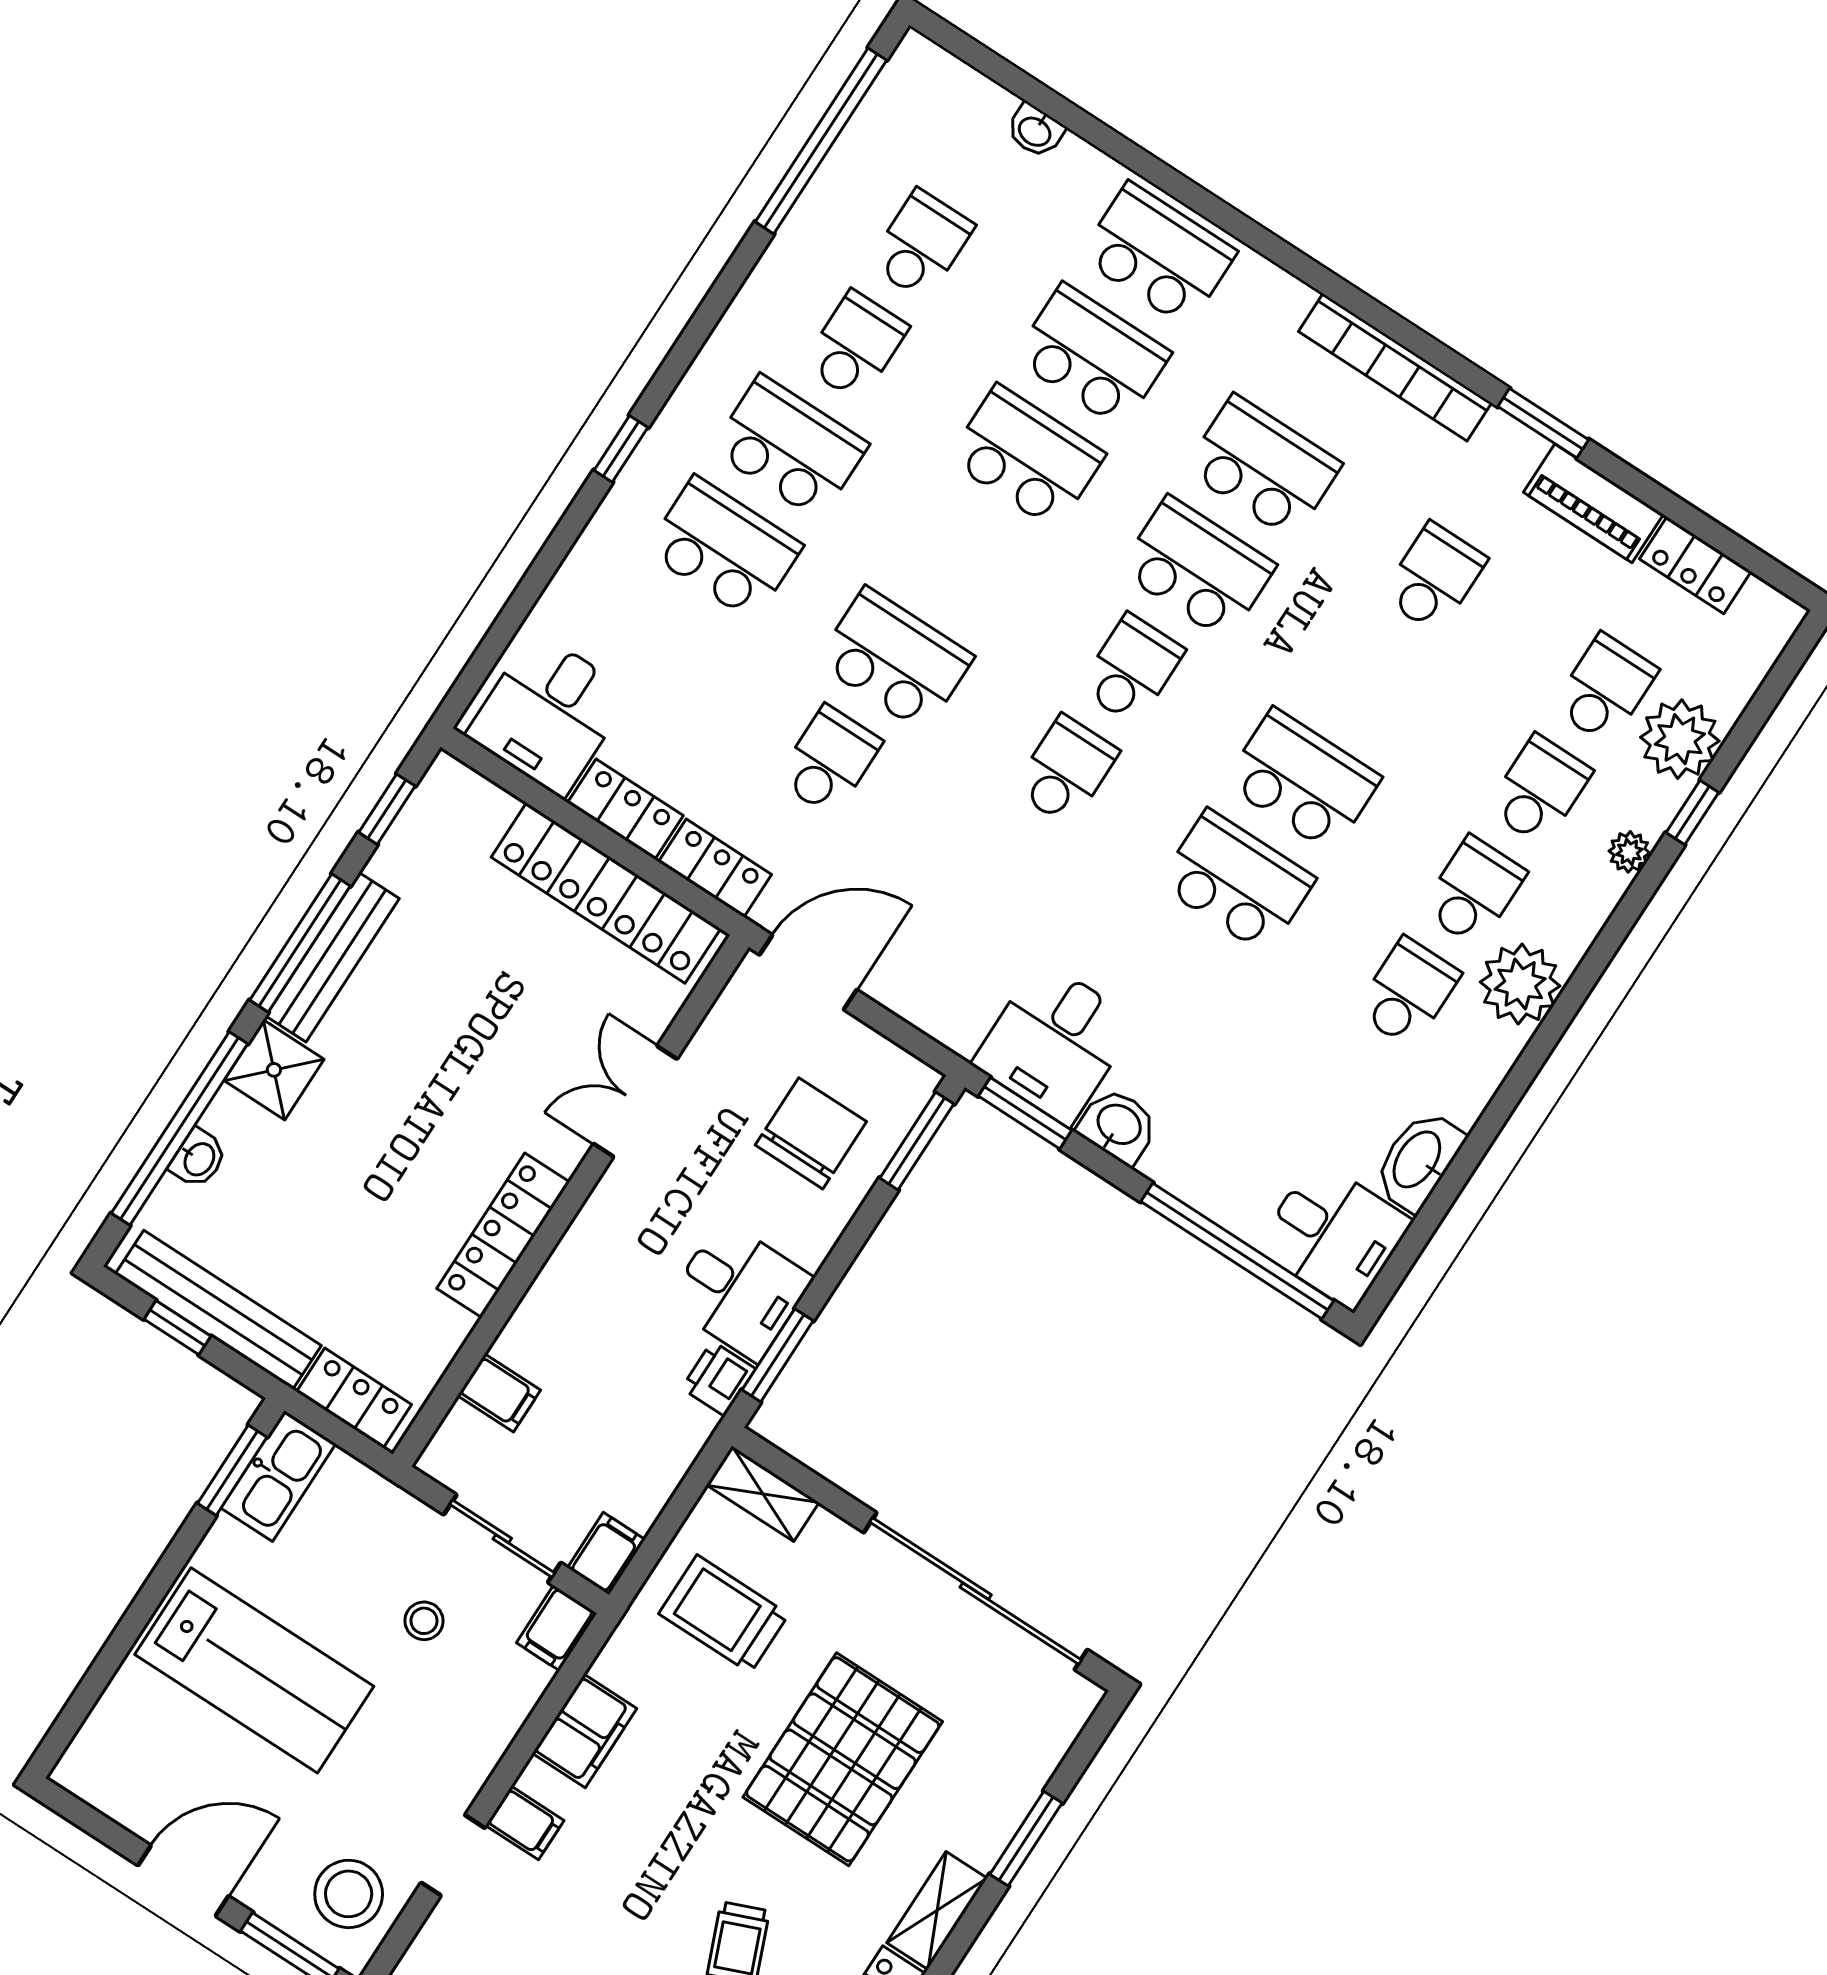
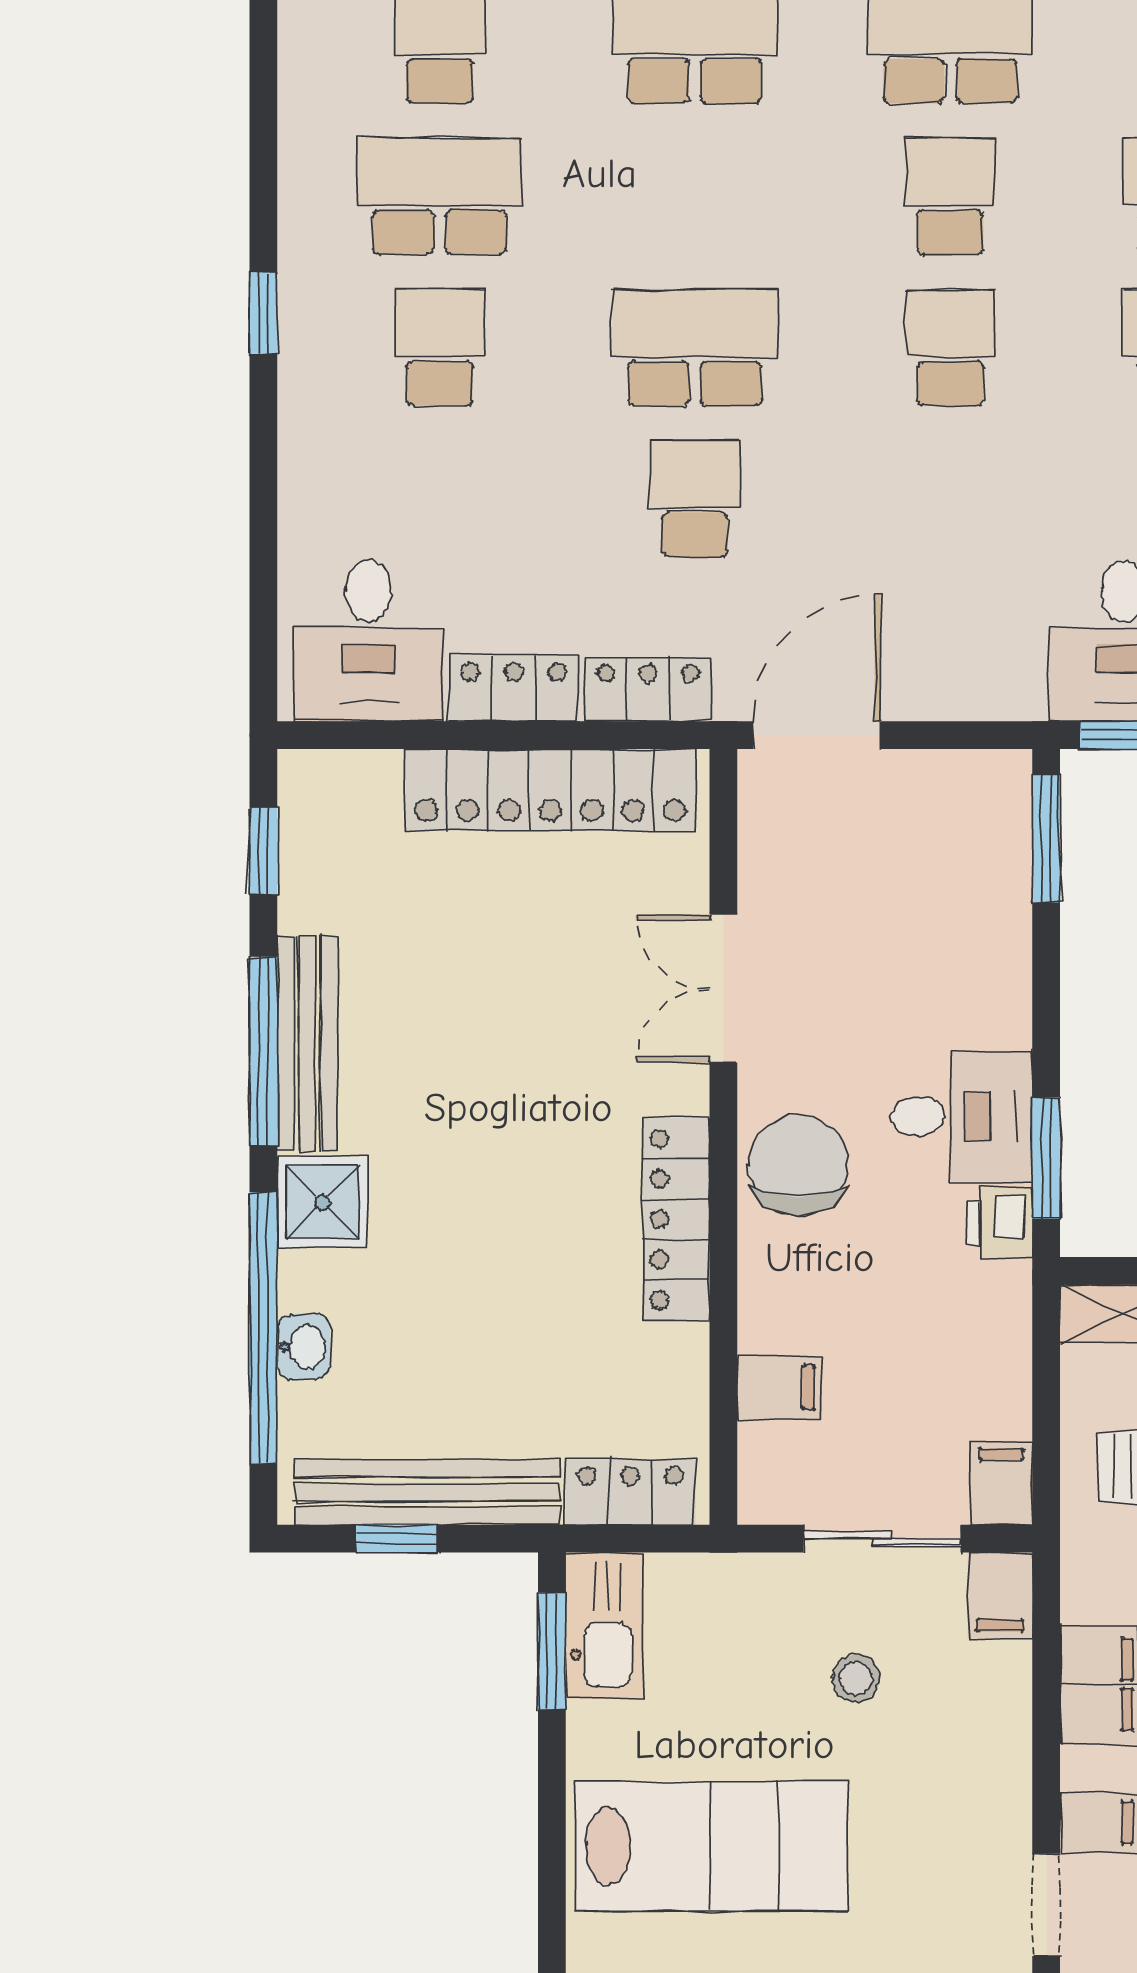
school desk: (724, 548) -> (439, 347), width x0.54
chair: (811, 1133) -> (798, 1165), moved

